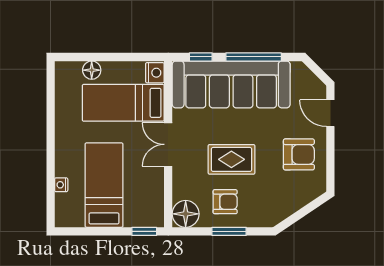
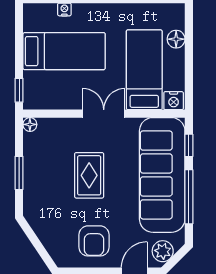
plant: (309, 84) -> (163, 251), added
armchair: (225, 202) -> (48, 169), removed
floor lamp: (186, 214) -> (30, 124), width x0.53, depth x0.53

